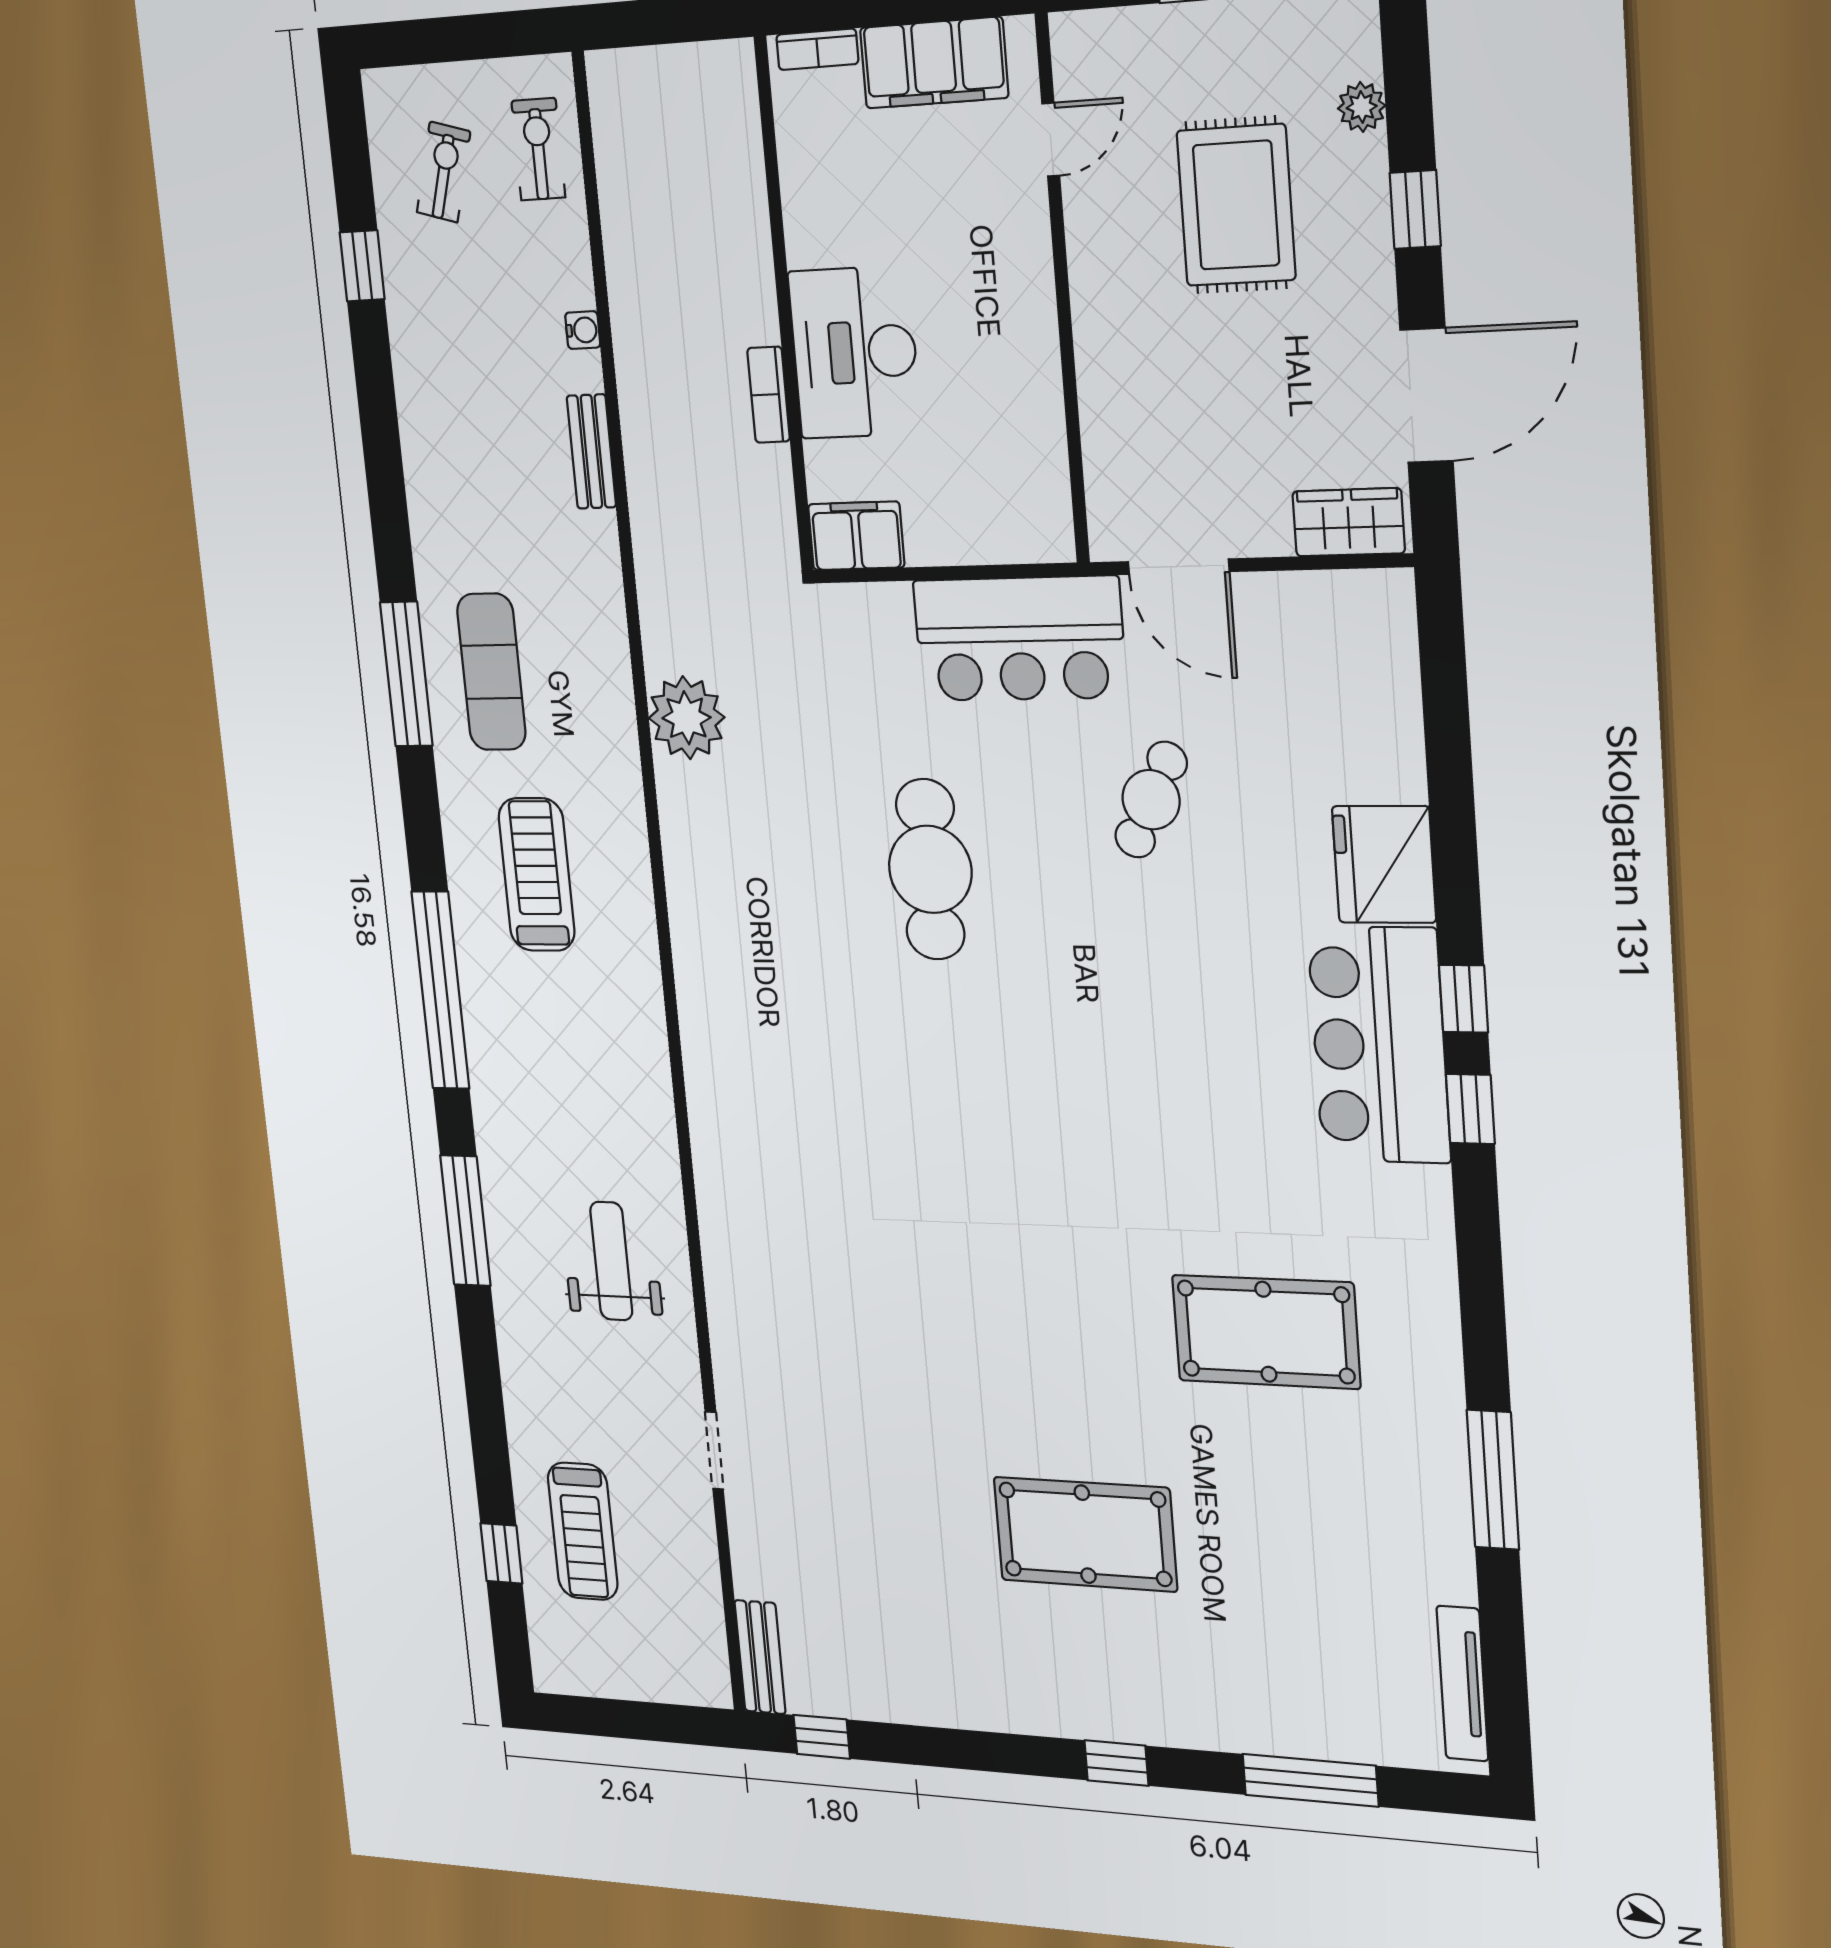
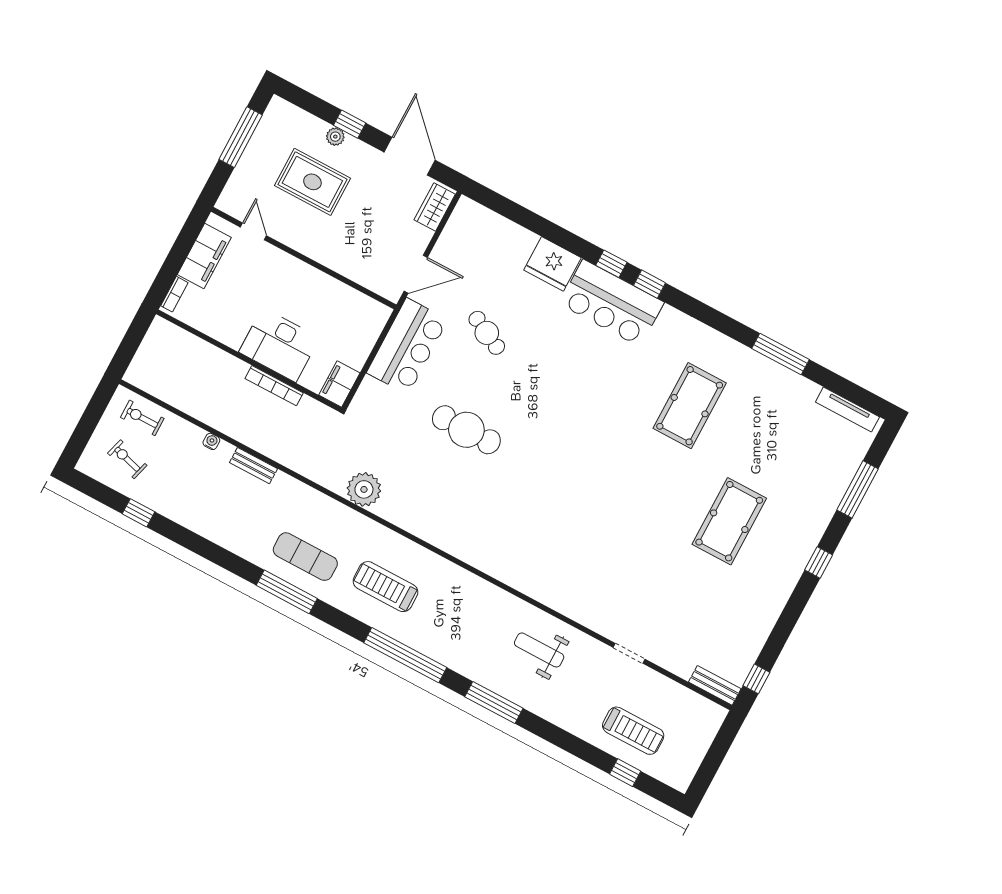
plant: (1362, 107) -> (335, 137), moved
bookcase: (769, 395) -> (274, 386), width x1.56

